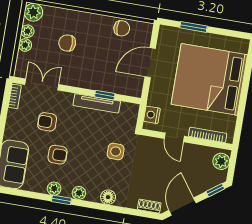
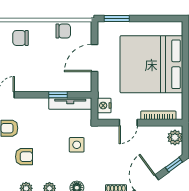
window: (194, 27) -> (117, 19), moved
chair: (67, 43) -> (21, 38), moved
tv unit: (97, 103) -> (70, 104), moved
door: (174, 137) -> (128, 123), hinge flipped

